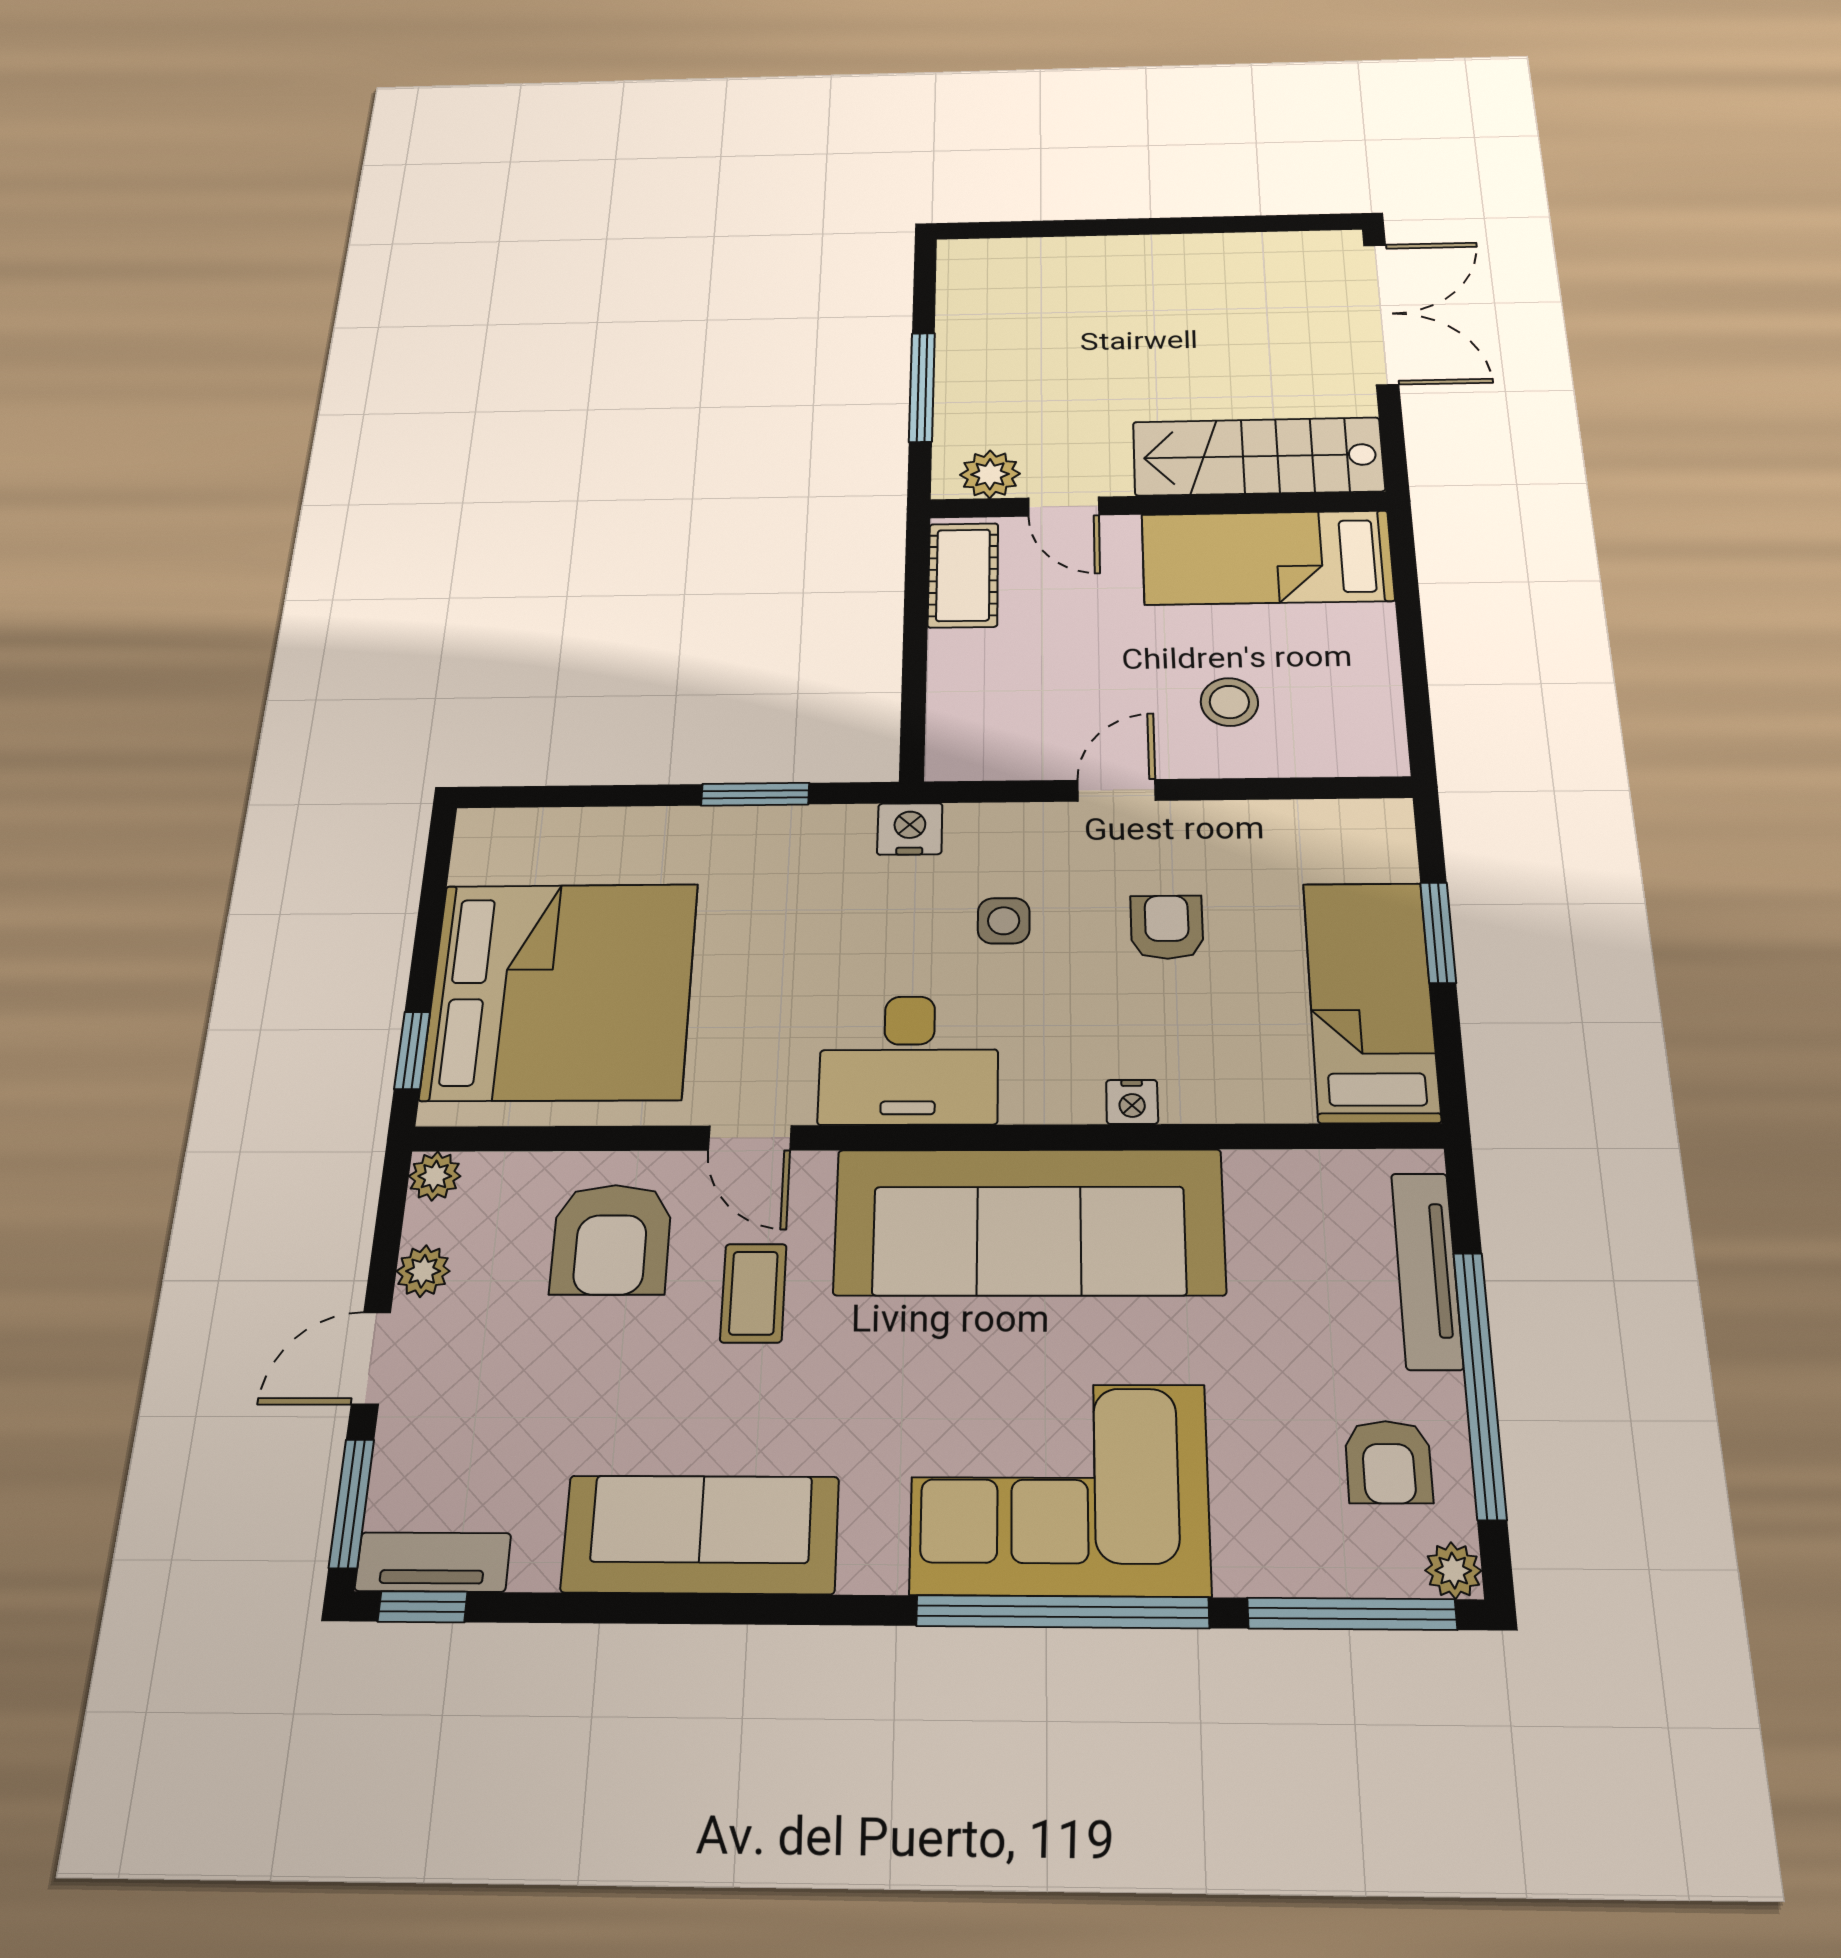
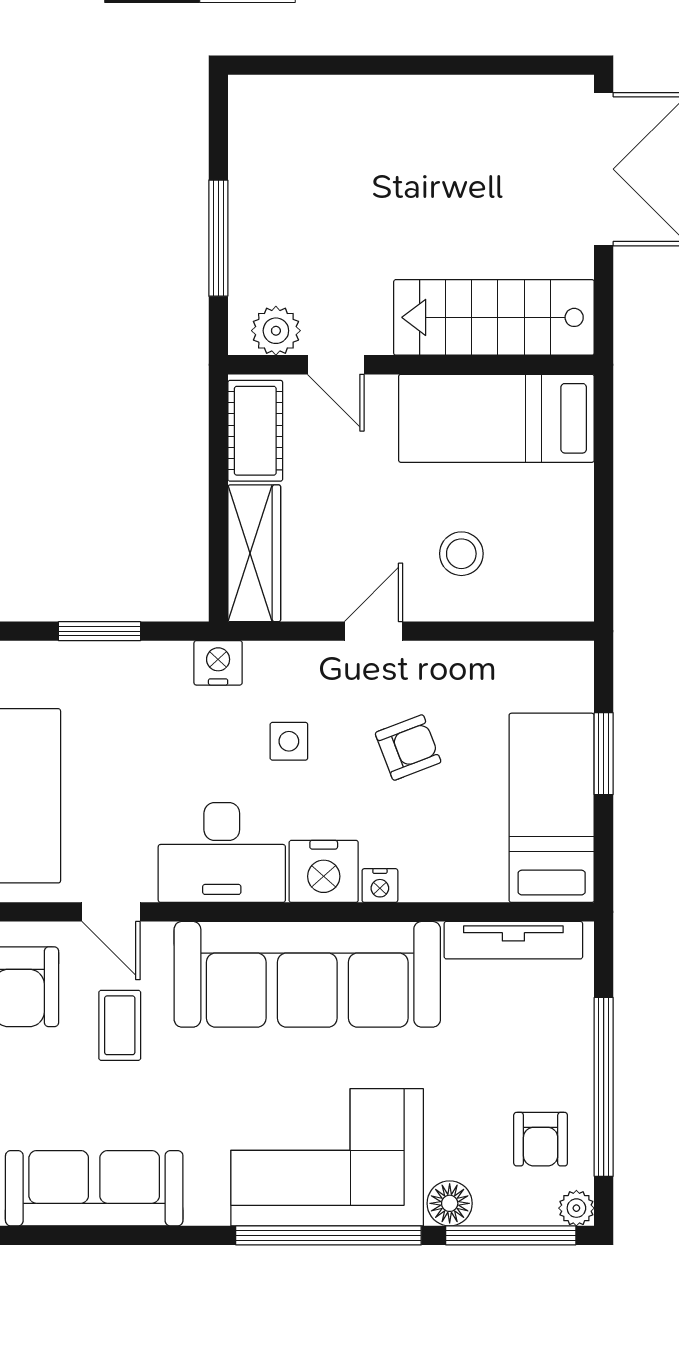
wardrobe: (960, 705) -> (254, 553), added
armchair: (1167, 927) -> (408, 748), turned 69
nightstand: (1052, 1084) -> (324, 871), added
tv unit: (1427, 1270) -> (513, 940), moved, turned -90
floor lamp: (1252, 1562) -> (450, 1203), added

